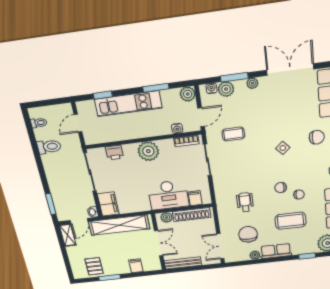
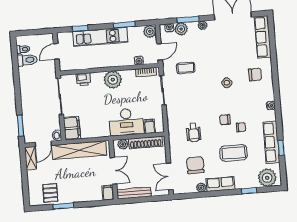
toilet: (49, 147) -> (27, 60), moved
wheelchair: (245, 202) -> (194, 132), turned 180
filing cabinet: (136, 266) -> (108, 193), moved

